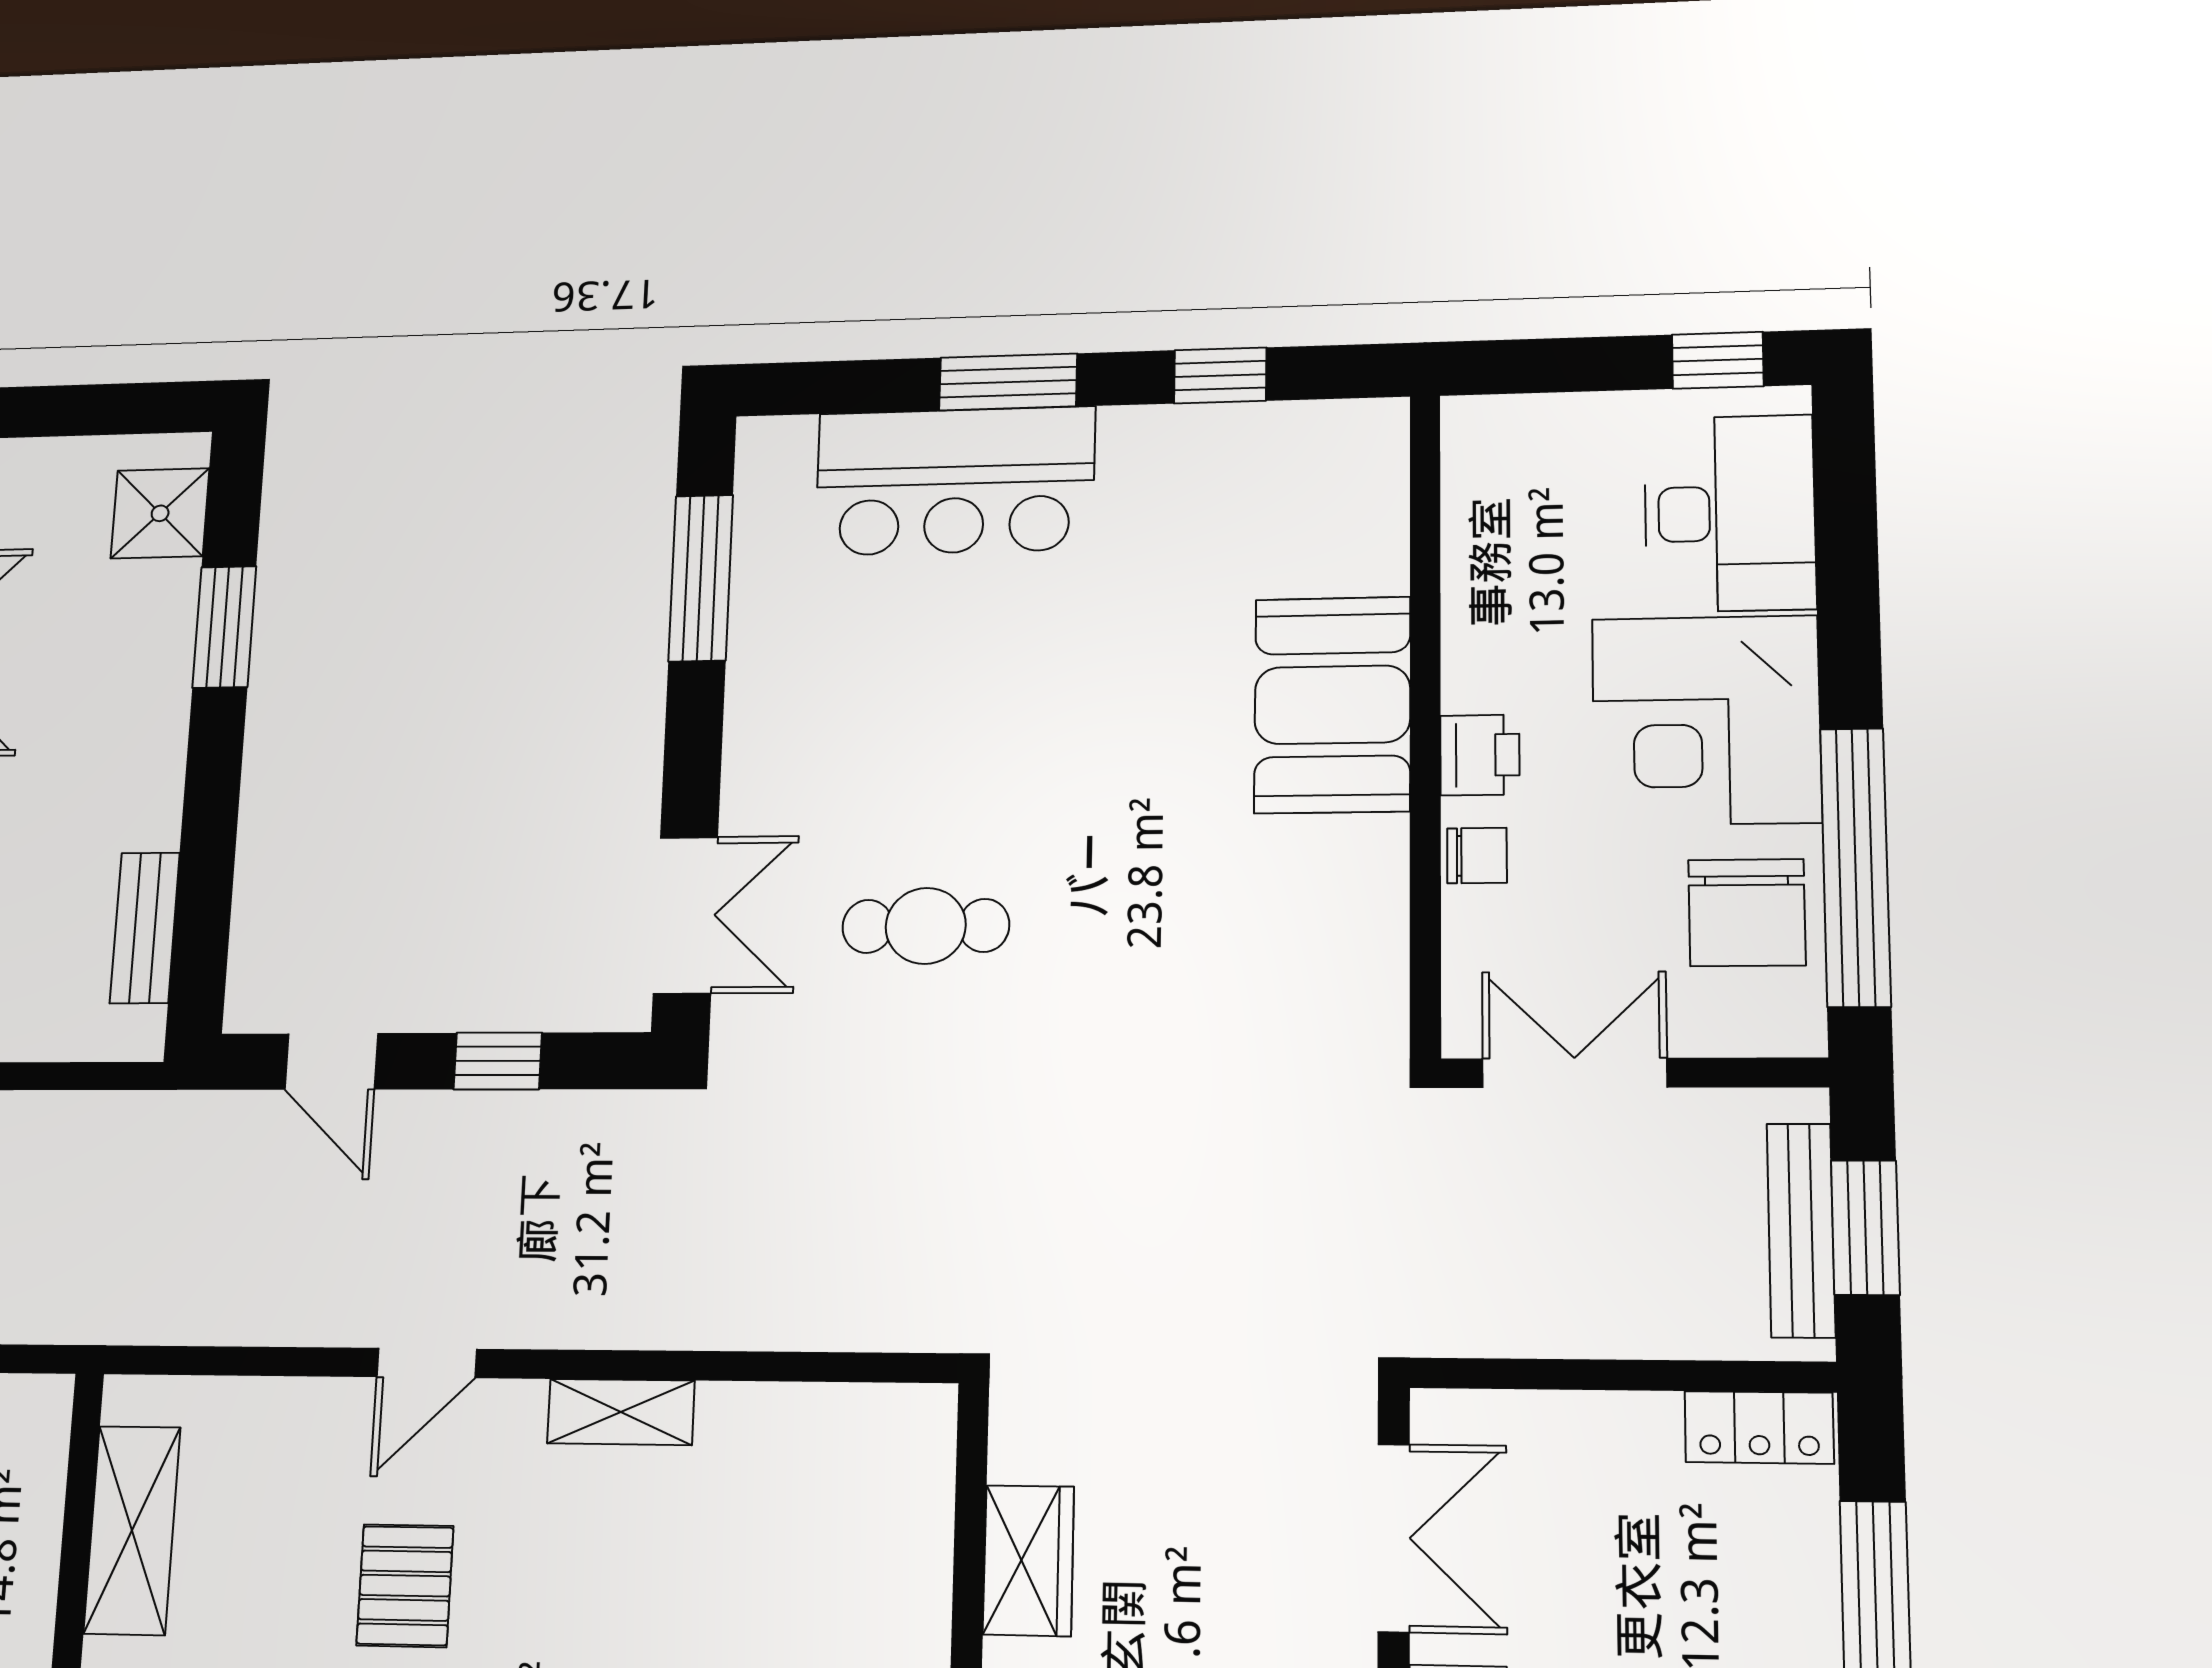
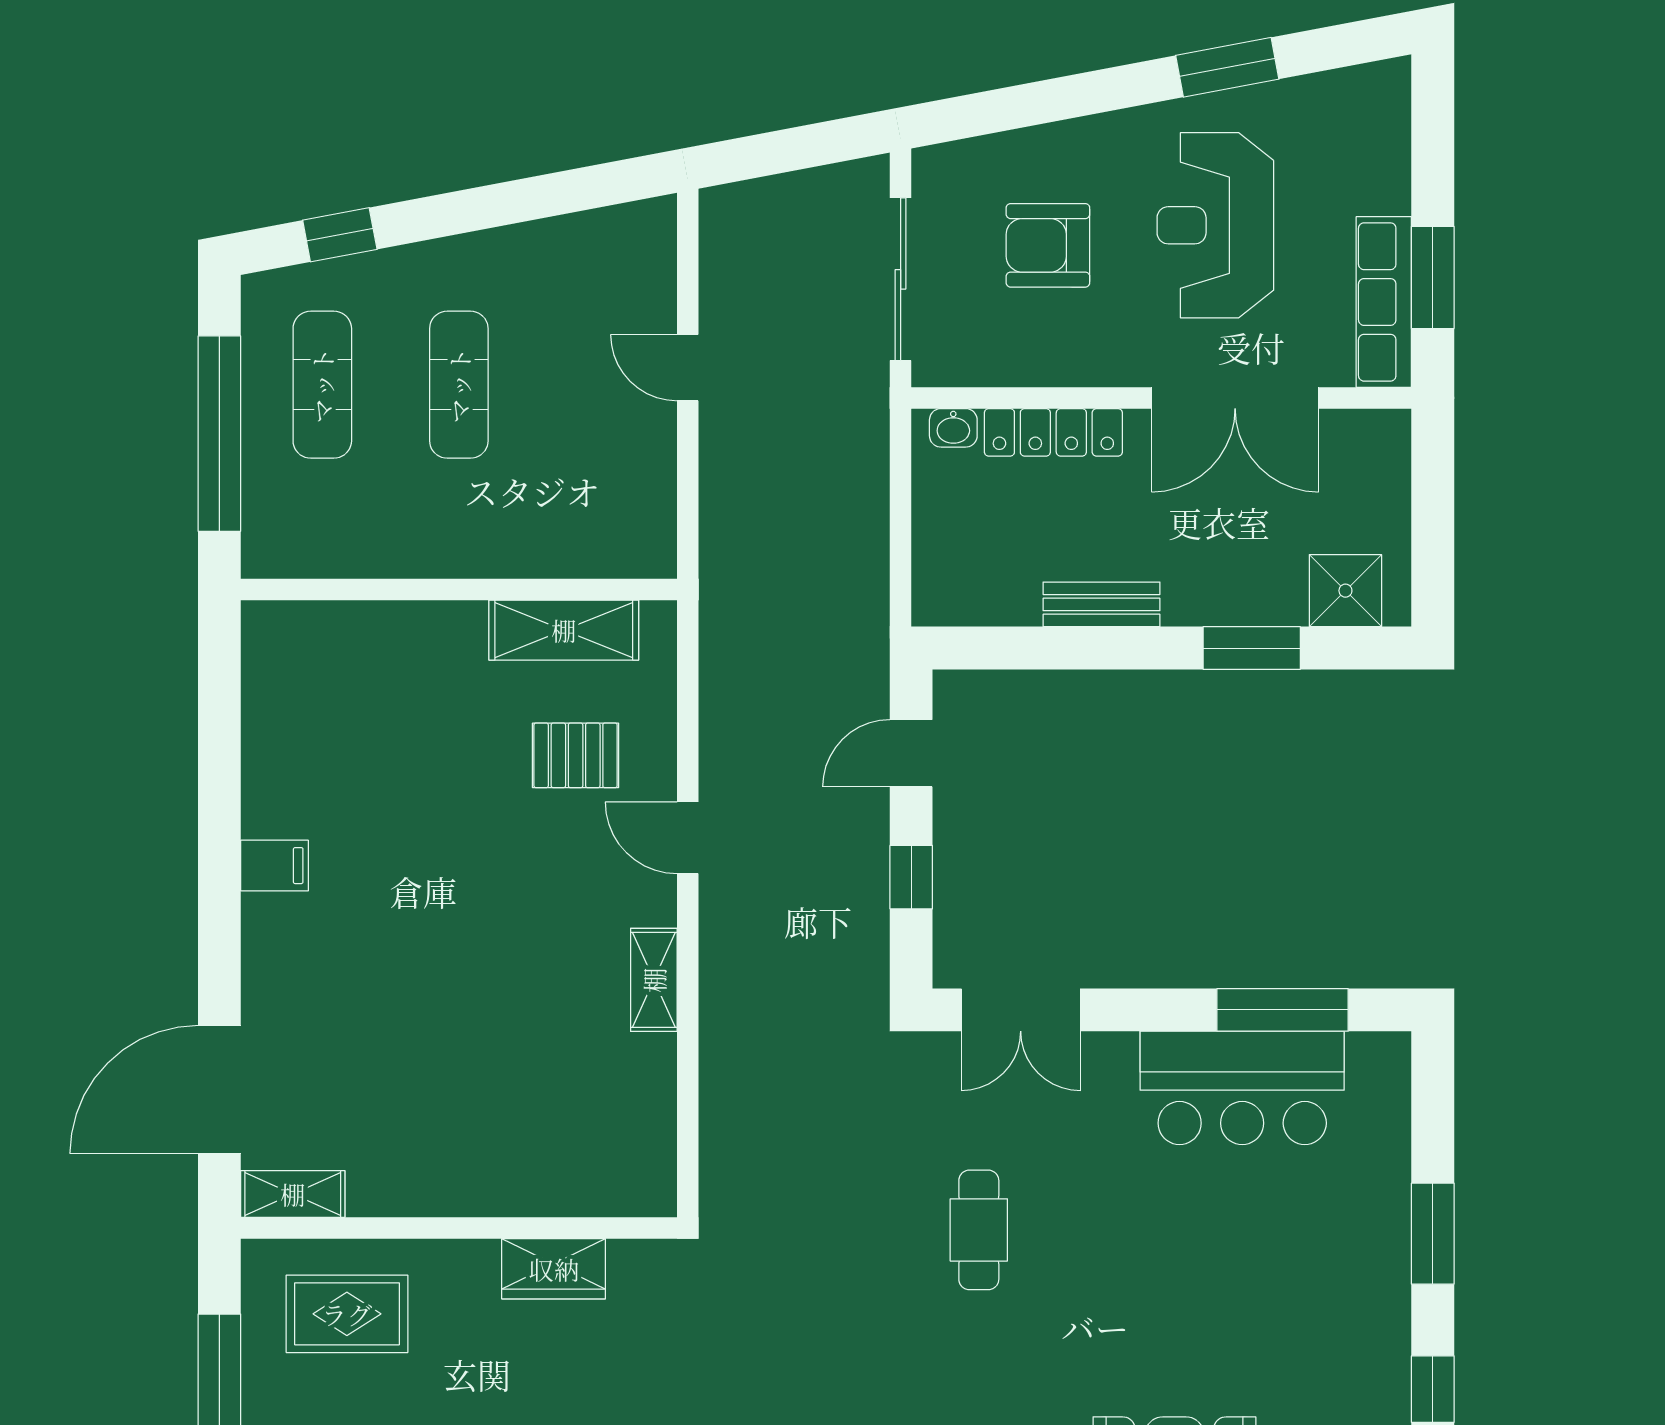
bar counter: (955, 481) -> (1242, 1088), moved, turned -90
cafe table: (926, 926) -> (979, 1230), moved
bench: (145, 928) -> (1101, 604), moved
pallet: (405, 1586) -> (576, 755), moved

